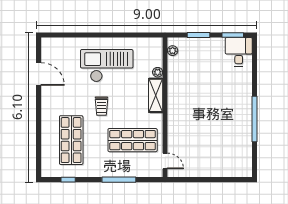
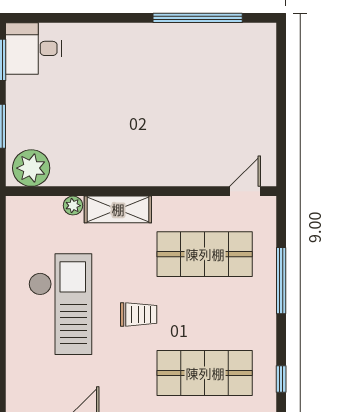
plant: (173, 51) -> (31, 168), width x1.88, depth x1.88
checkout: (107, 66) -> (60, 304), turned 180
window: (255, 119) -> (198, 18), moved
shop shelf: (133, 140) -> (205, 254), turned 90

